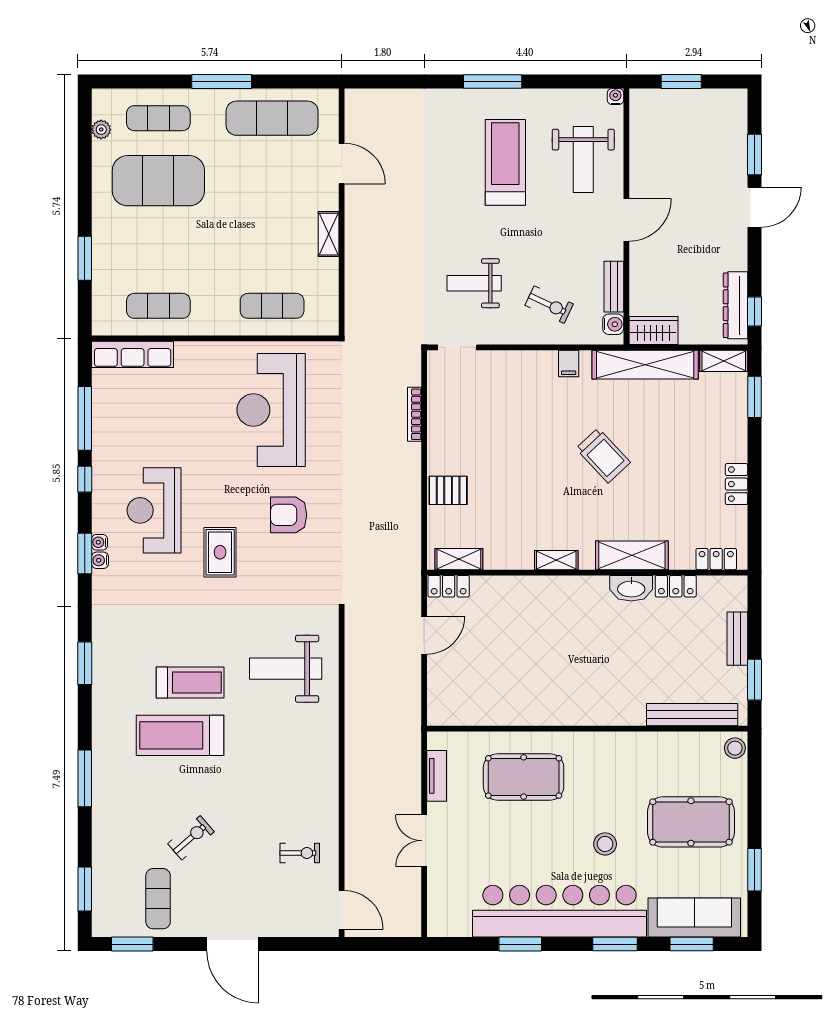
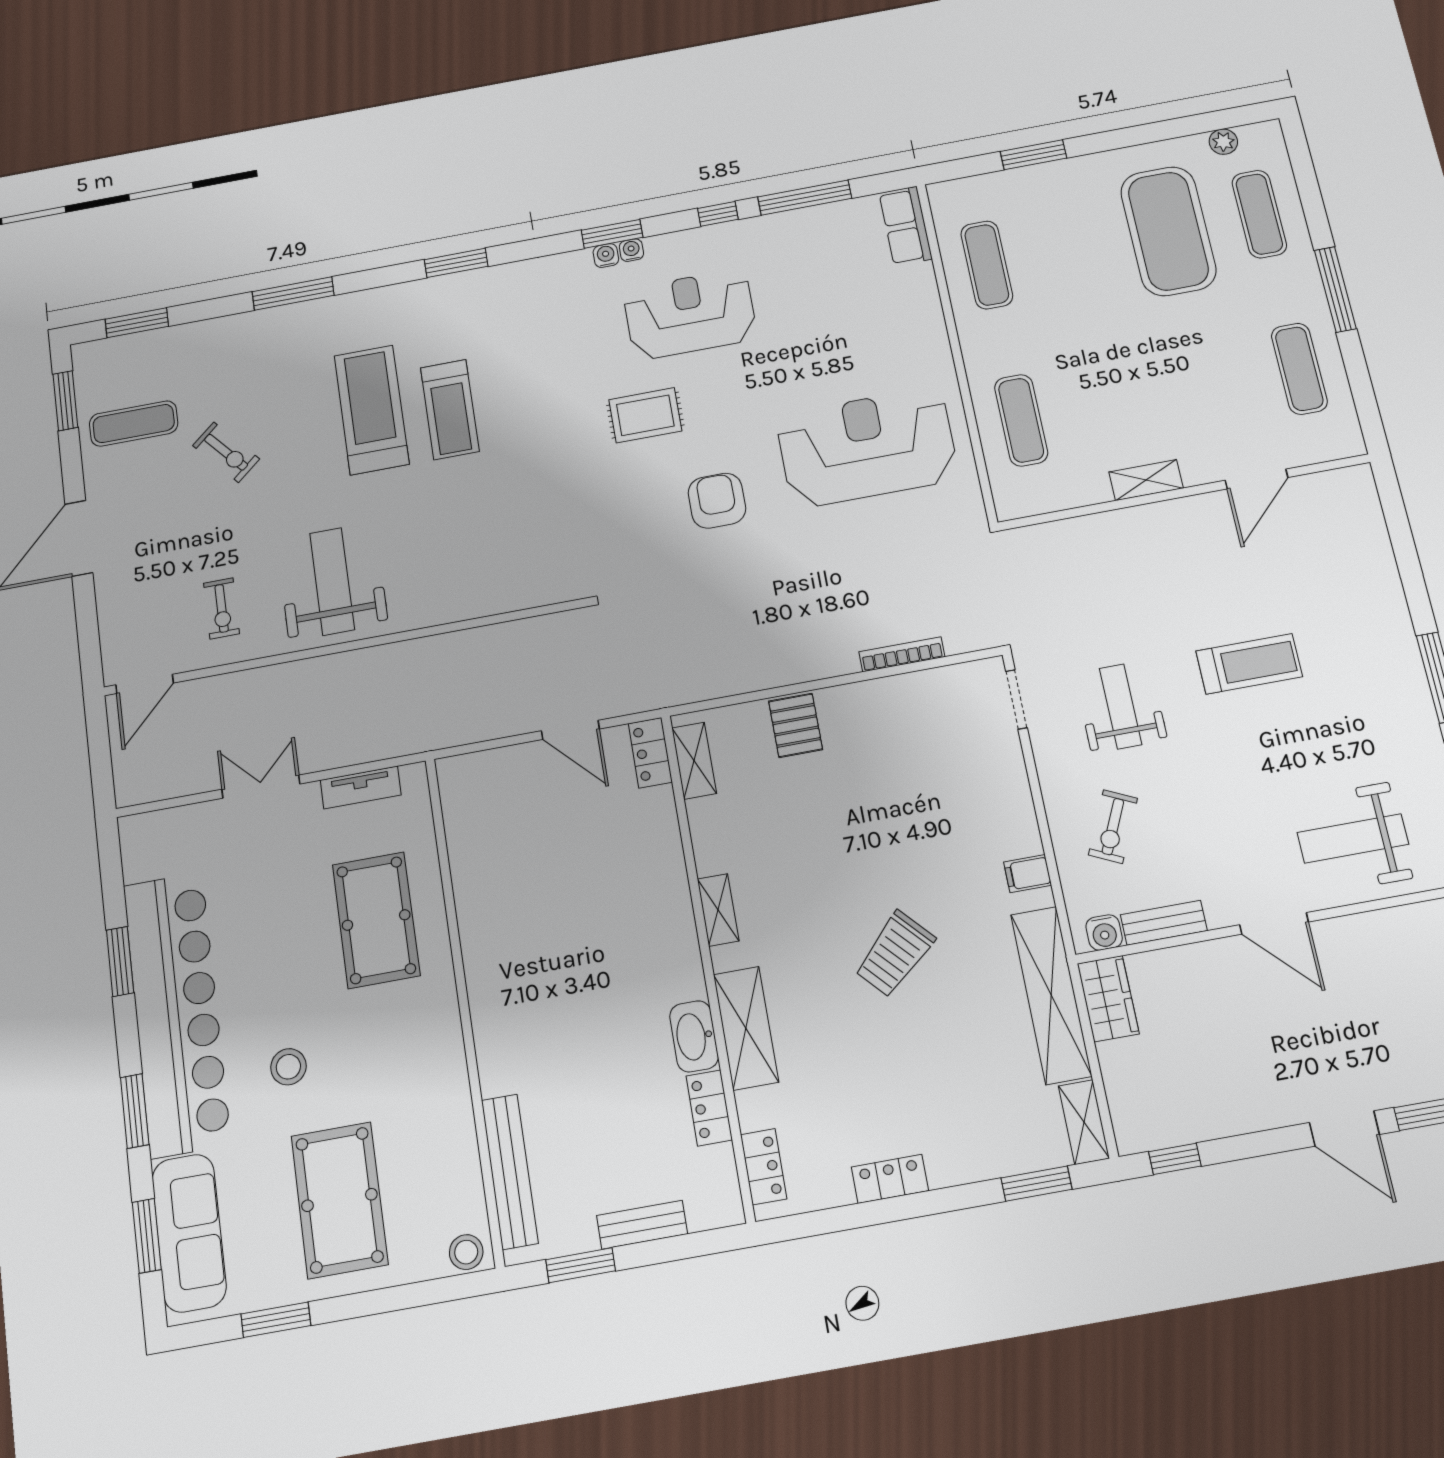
exercise mat: (272, 118) -> (1299, 369), width x0.73, depth x0.69
treadmill: (505, 162) -> (1249, 664), moved, width x0.73, depth x0.73
dresser: (735, 305) -> (1178, 1126), removed
row of seats: (133, 354) -> (906, 226), width x0.68
weight bench: (286, 669) -> (332, 581), moved

